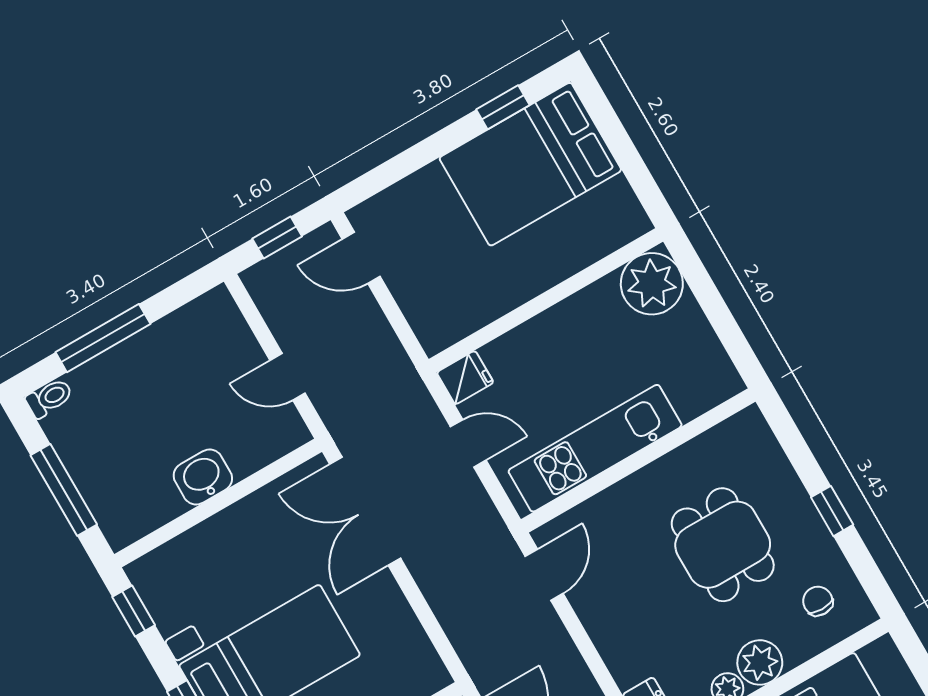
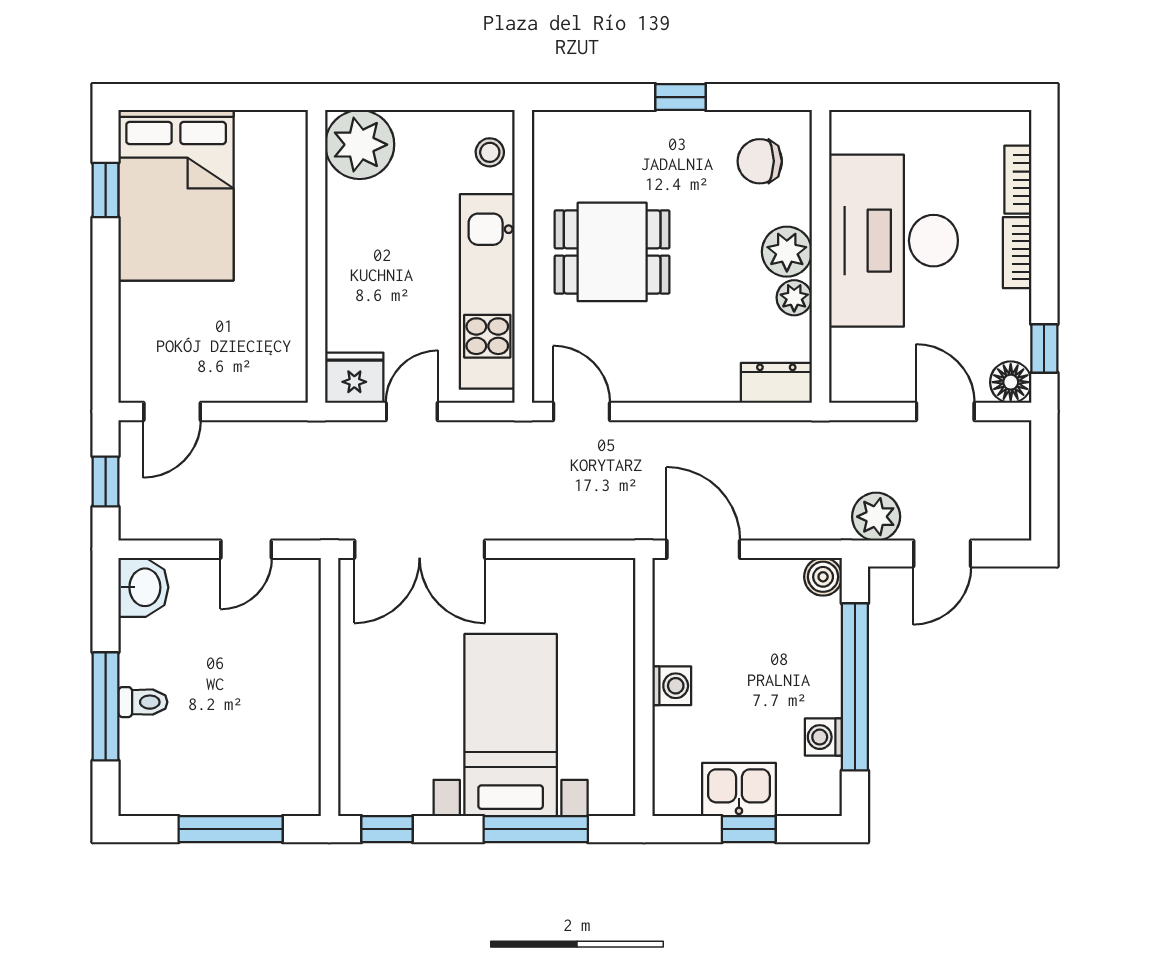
fridge: (465, 378) -> (354, 378), width x1.38
stool: (704, 388) -> (490, 152), added
toilet: (49, 398) -> (143, 702), moved, turned 90
washbasin: (203, 477) -> (143, 587), moved, turned 180
dining table: (723, 545) -> (612, 252), moved
chair: (818, 601) -> (760, 161), width x1.37, depth x1.37

